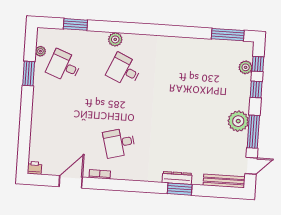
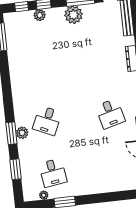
window: (117, 27) -> (11, 133), added
desk: (64, 66) -> (53, 173), turned -30
plant: (246, 67) -> (40, 15), moved

